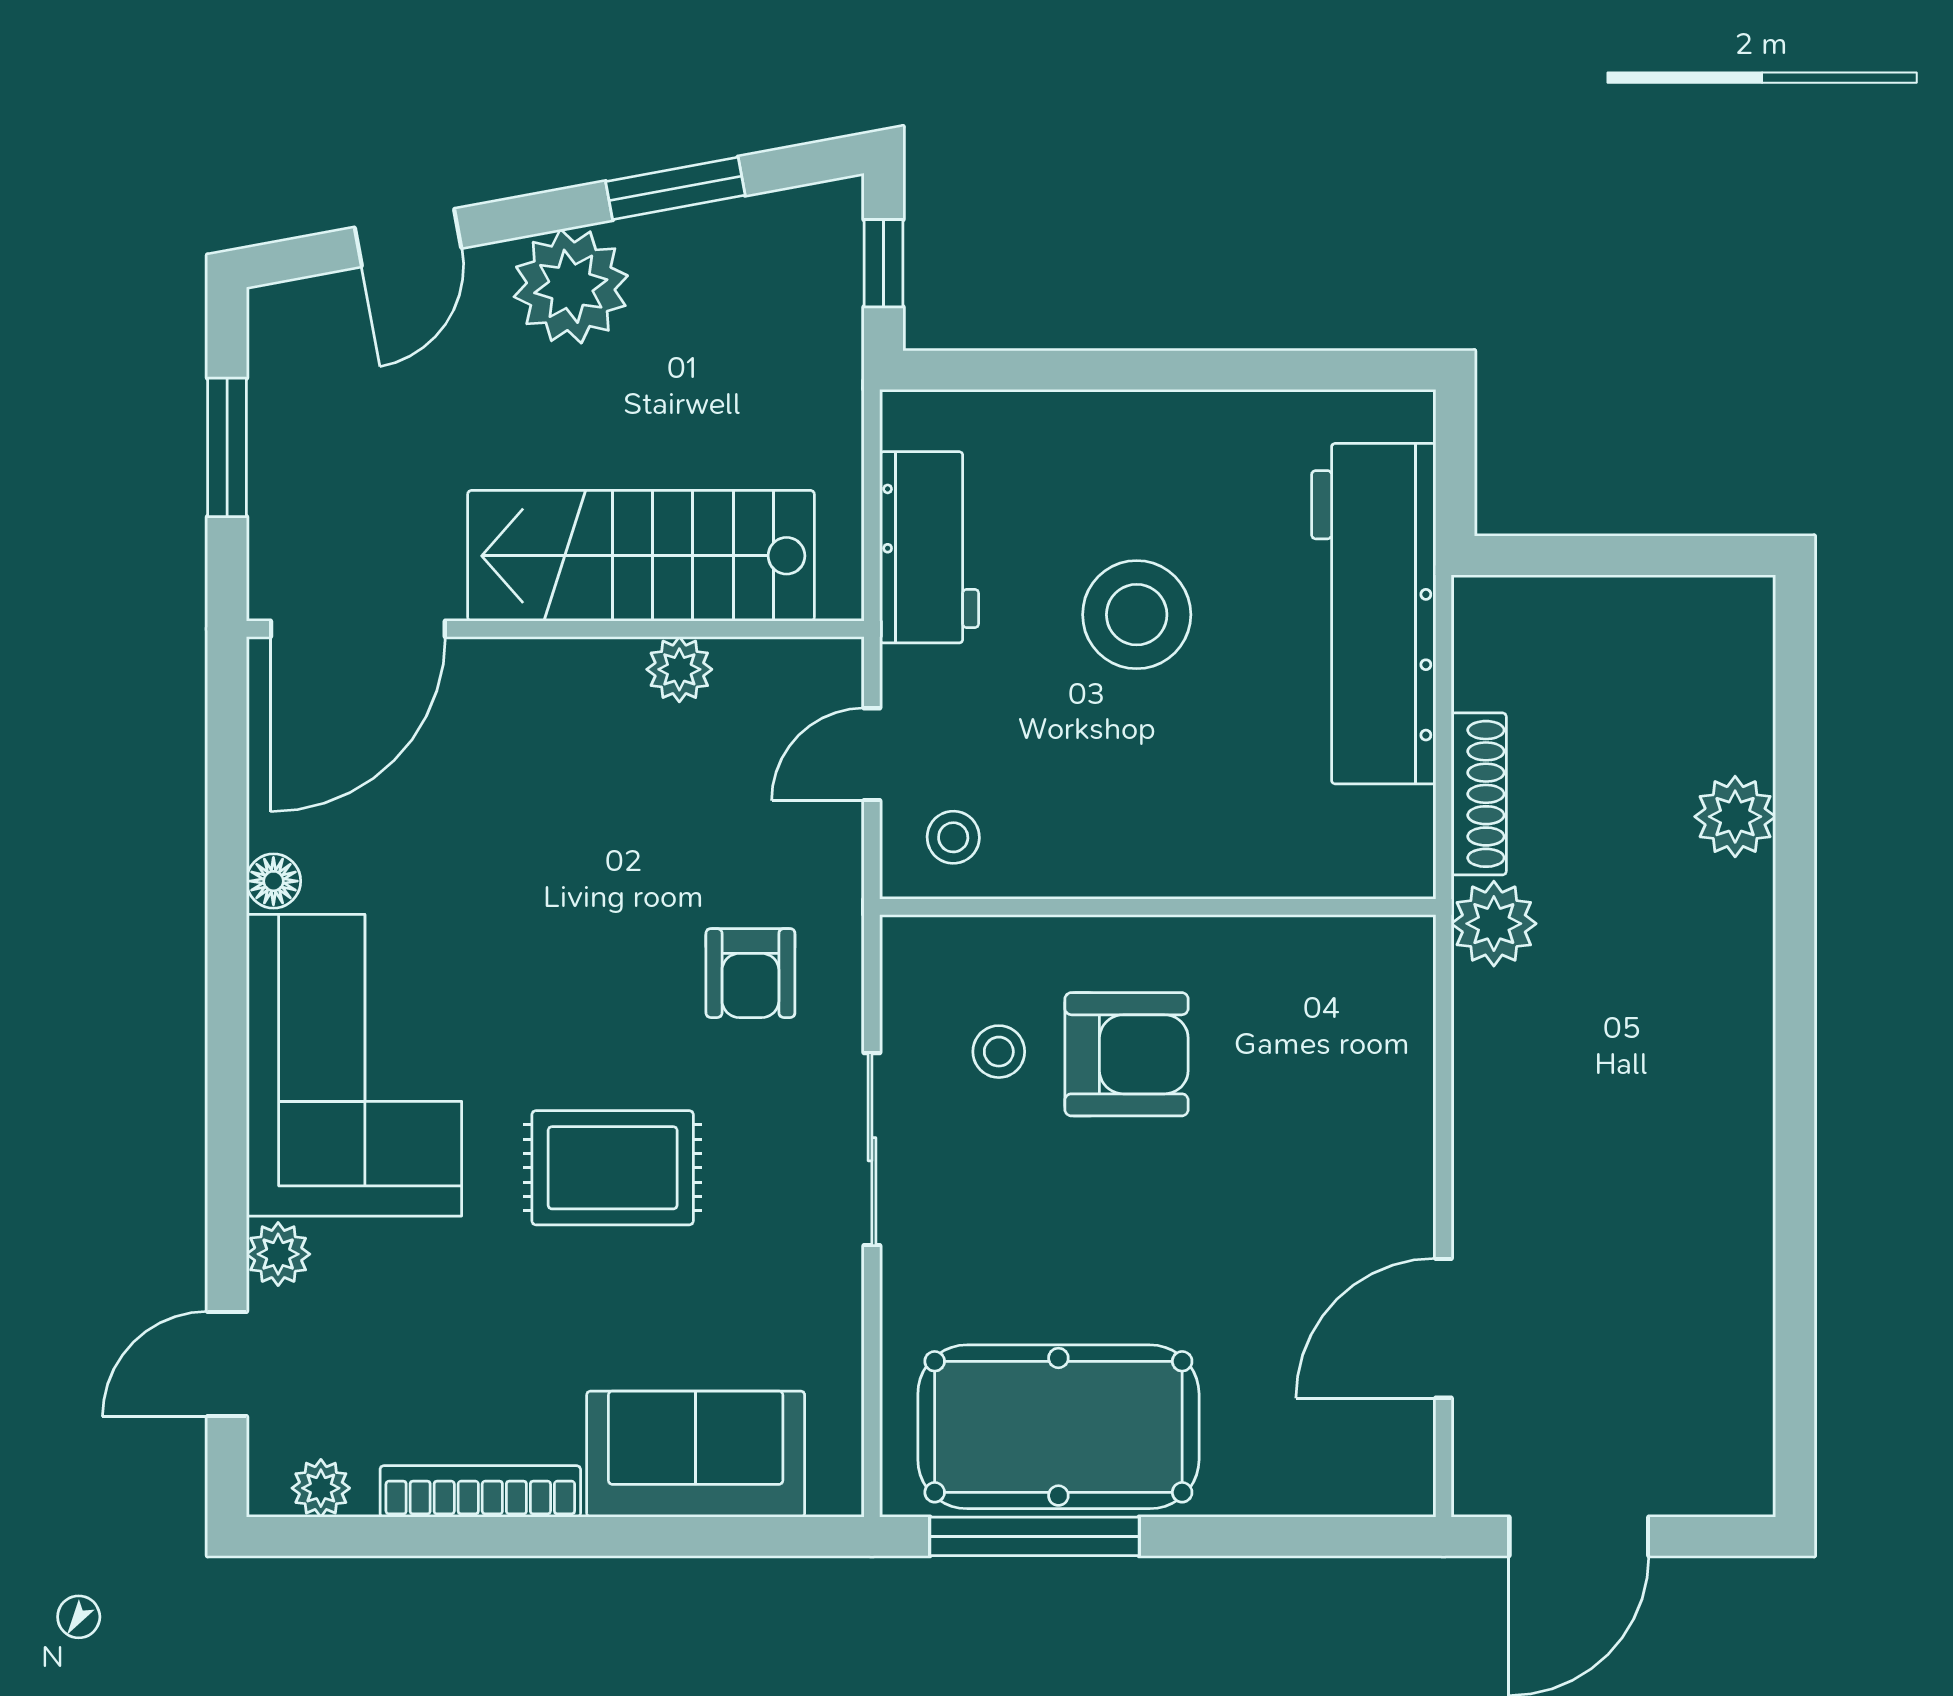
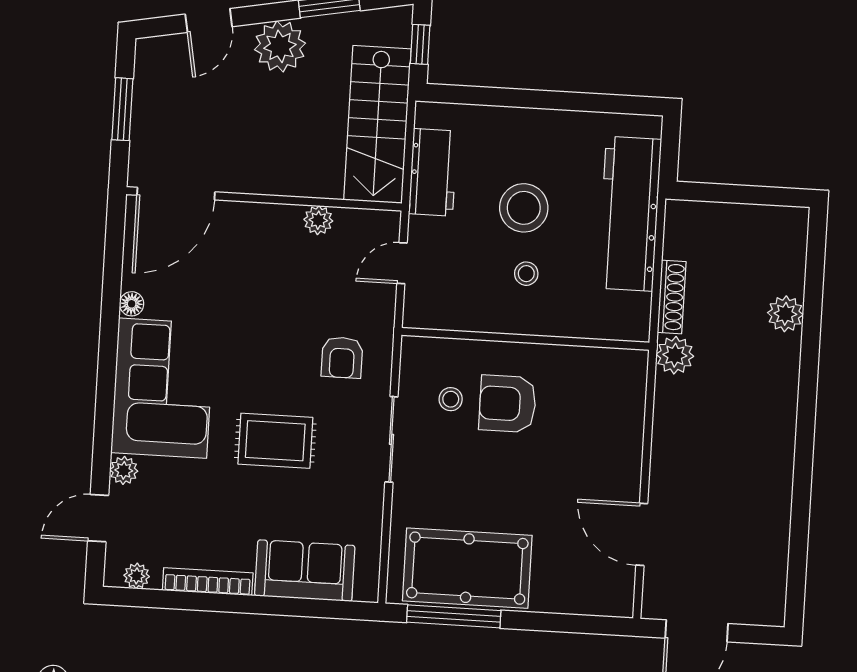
stairs: (641, 556) -> (377, 125), moved, turned -90
stool: (953, 837) -> (526, 274), moved
armchair: (1127, 1054) -> (508, 404), turned 180
door: (1443, 1328) -> (642, 534), hinge flipped

